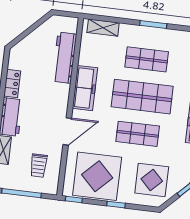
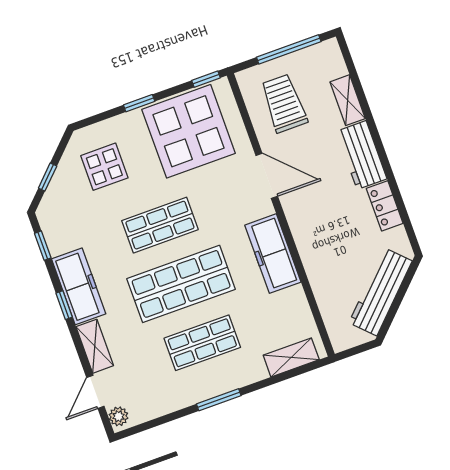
workbench: (64, 58) -> (381, 292), moved, turned -135
door: (67, 131) -> (267, 176), swing flipped
trolley: (39, 166) -> (284, 103), width x1.36, depth x1.39
display table: (152, 180) -> (104, 167), width x0.73, depth x0.73

